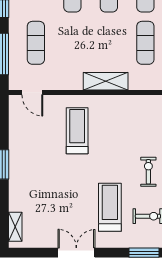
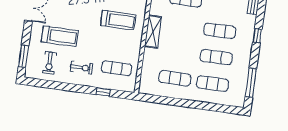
shelving: (106, 81) -> (153, 32), moved
exercise mat: (143, 124) -> (117, 68), added

